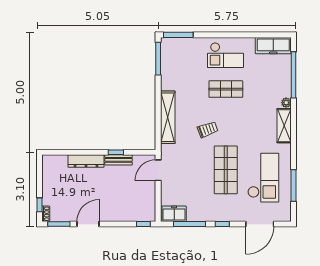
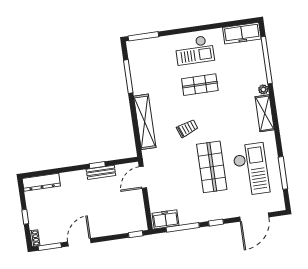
window: (158, 59) -> (128, 76), moved
dresser: (86, 161) -> (41, 182), moved
window: (40, 205) -> (25, 217), moved

